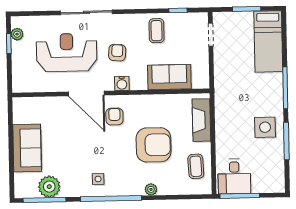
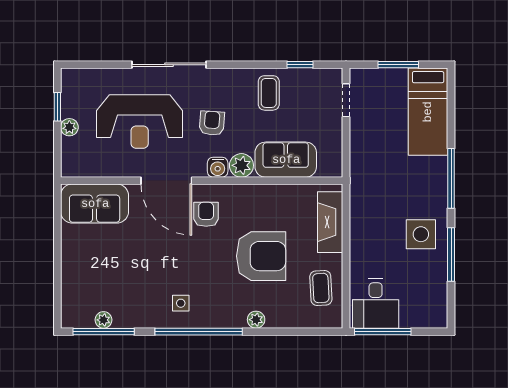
plant: (17, 34) -> (69, 127), moved
reception desk: (67, 53) -> (140, 122), turned 180
plant: (138, 82) -> (241, 165), added
sofa: (27, 148) -> (95, 204), moved, turned 90
plant: (49, 187) -> (103, 320), width x0.53, depth x0.53

